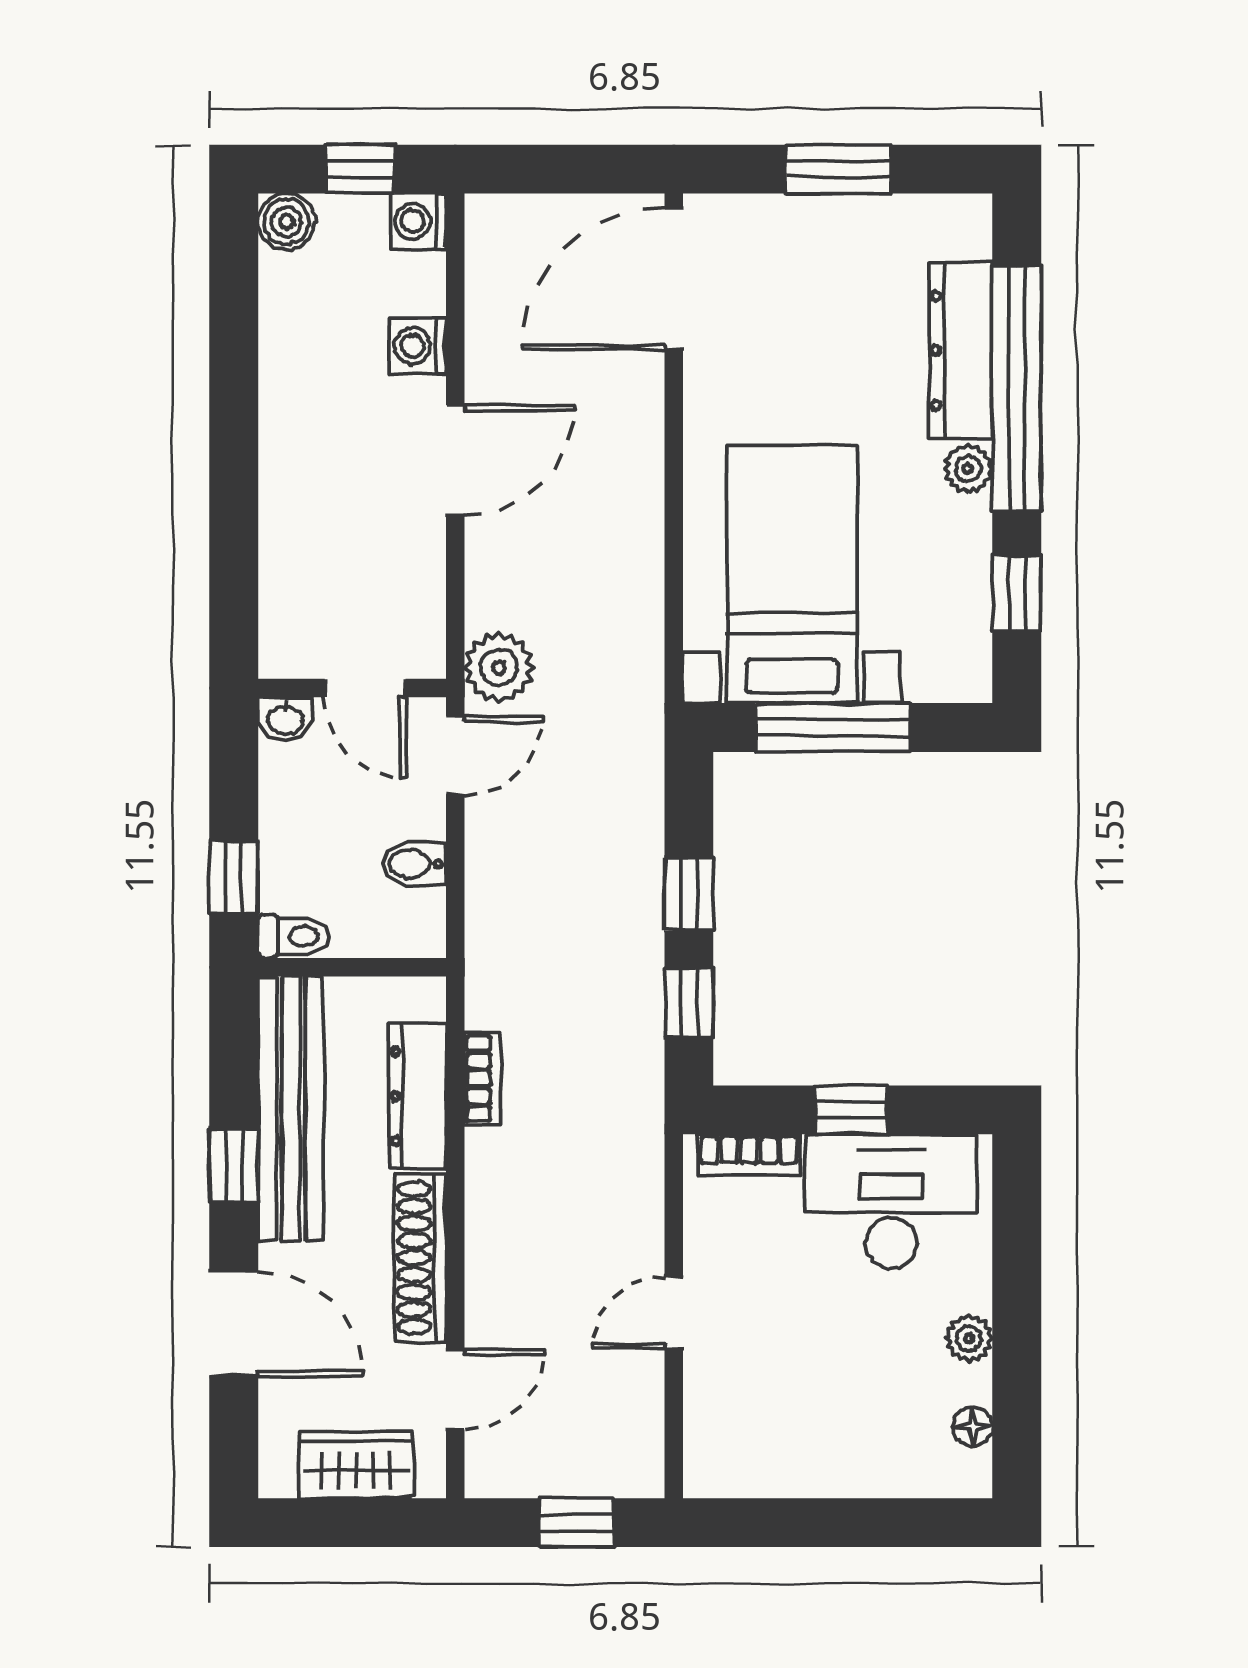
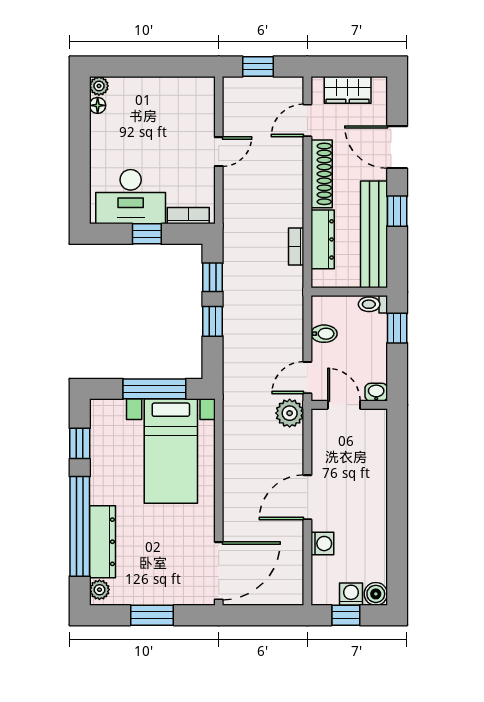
washing machine: (418, 221) -> (351, 594), moved, turned -90
plant: (968, 469) -> (99, 590), moved
plant: (969, 1338) -> (99, 86), moved

